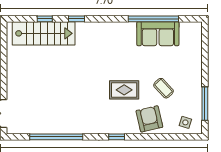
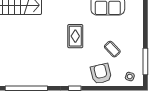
rug: (124, 90) -> (75, 36), moved, turned 90

